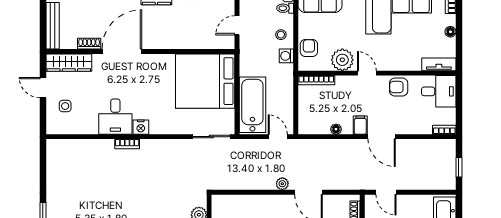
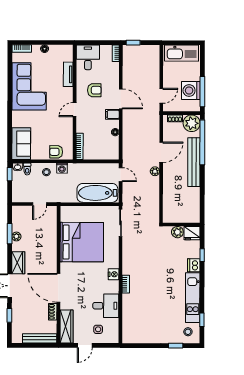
door: (237, 25) -> (40, 204), hinge flipped
plant: (342, 60) -> (65, 127), removed
tv unit: (439, 64) -> (68, 74), moved
bed: (205, 81) -> (82, 242), moved, turned -90
armchair: (399, 87) -> (94, 90), moved, turned -90
desk: (115, 117) -> (106, 306), moved
door: (278, 137) -> (121, 175), swing flipped
door: (382, 137) -> (121, 99), hinge flipped
window: (459, 167) -> (133, 43), moved

